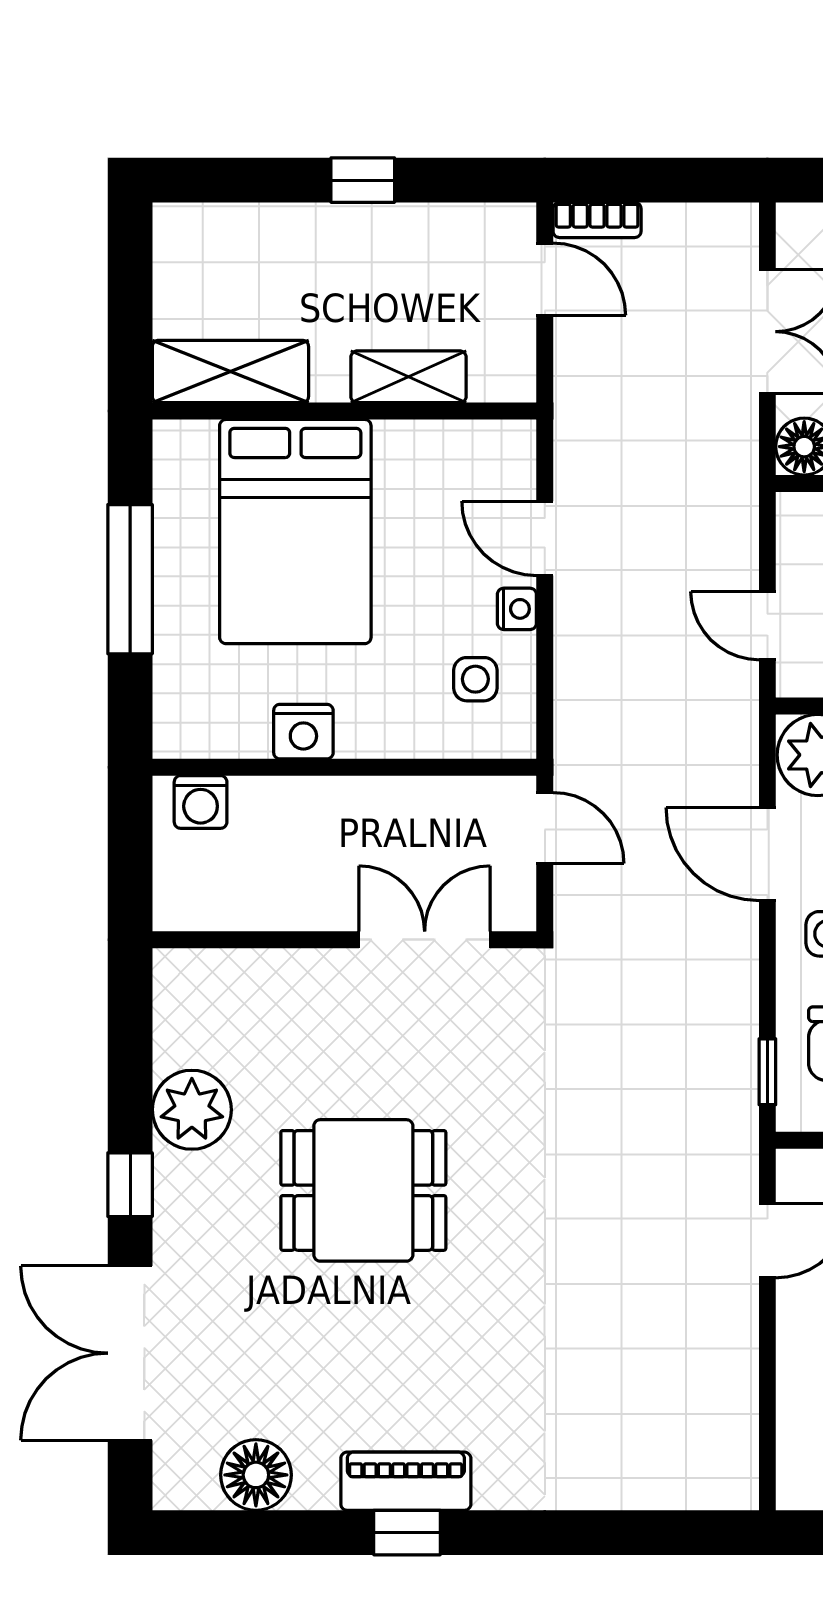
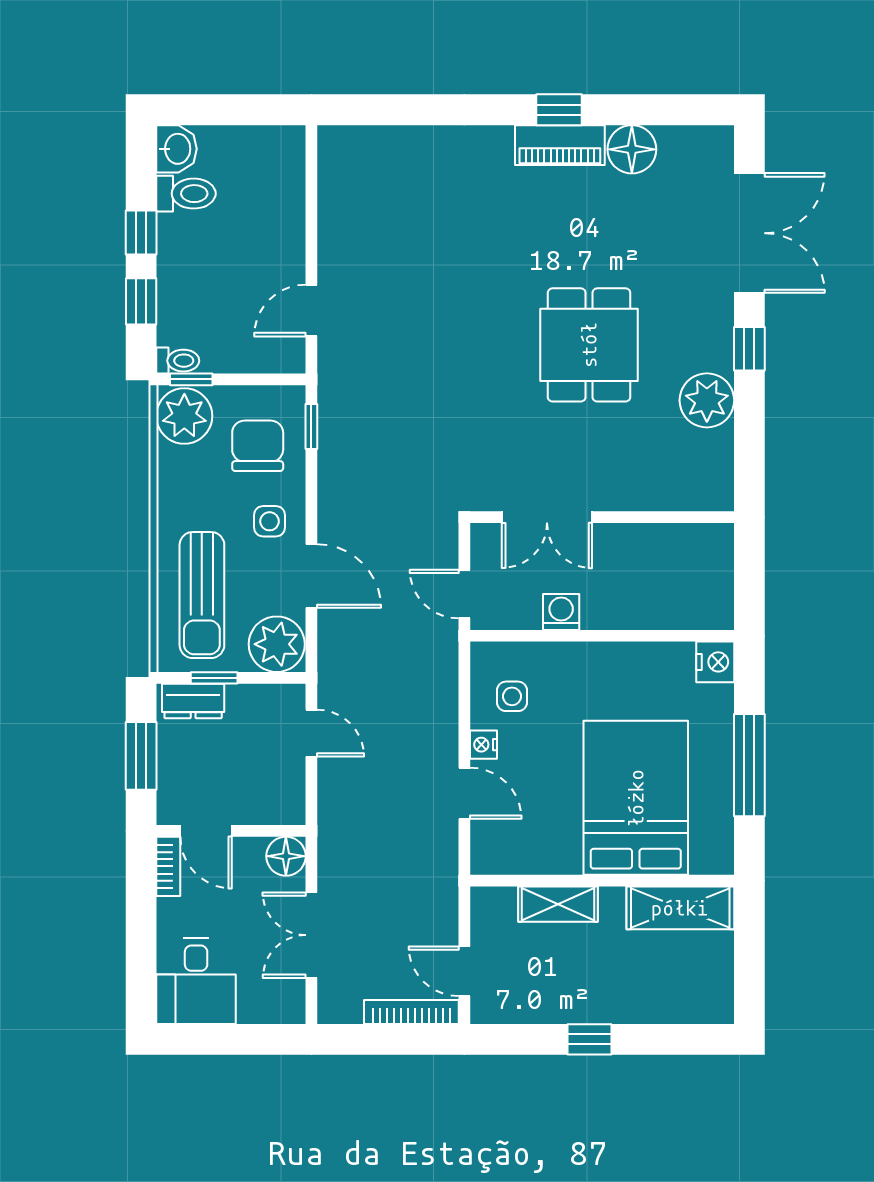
bookcase: (597, 220) -> (411, 1012), width x1.56
nightstand: (303, 732) -> (715, 662), moved, turned 90
washing machine: (201, 802) -> (561, 612), moved
dining table: (363, 1190) -> (589, 345), turned 90
floor lamp: (256, 1475) -> (632, 149), moved

